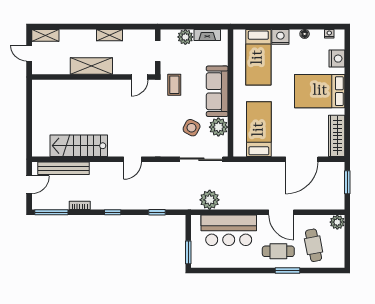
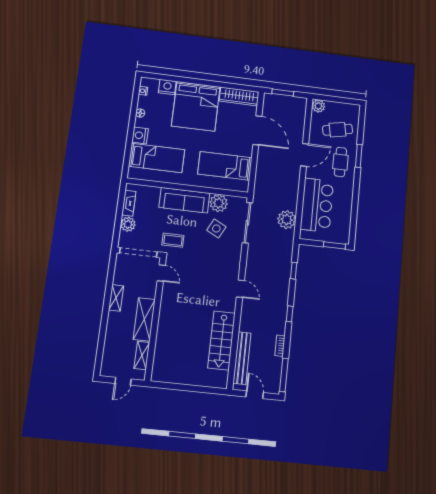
shelving: (45, 35) -> (142, 356), moved
doorway: (158, 51) -> (138, 252), width x1.87
bed: (320, 91) -> (196, 106), width x1.36

